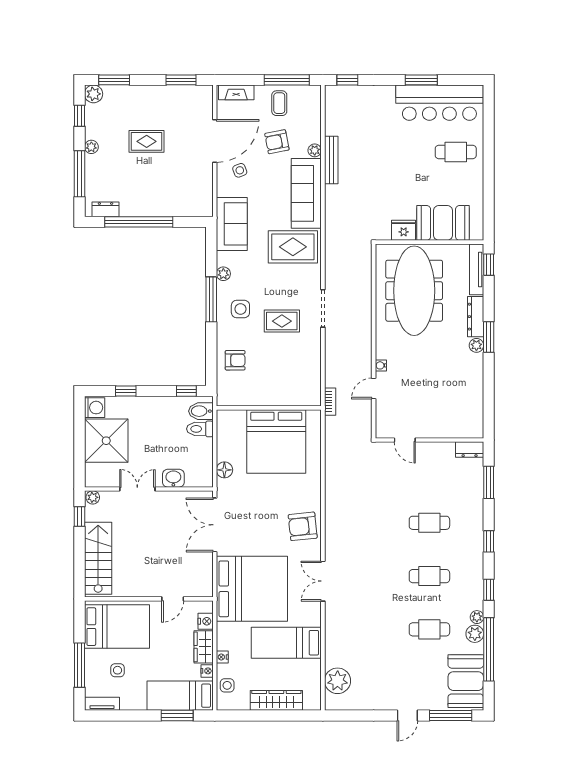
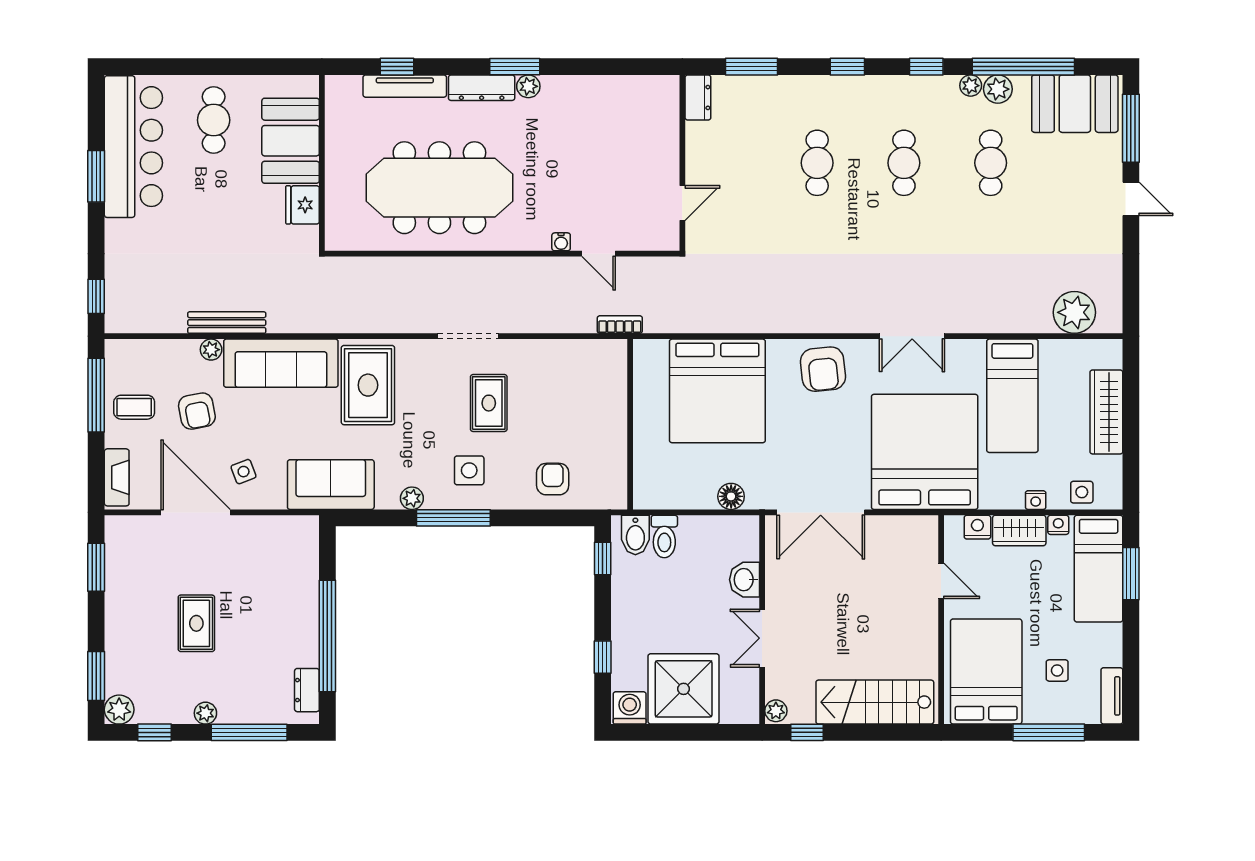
booth: (443, 223) -> (291, 141), moved
fridge: (404, 230) -> (302, 205), moved
wall: (429, 242) -> (322, 163), moved
bed: (276, 441) -> (717, 391), moved, turned 90

